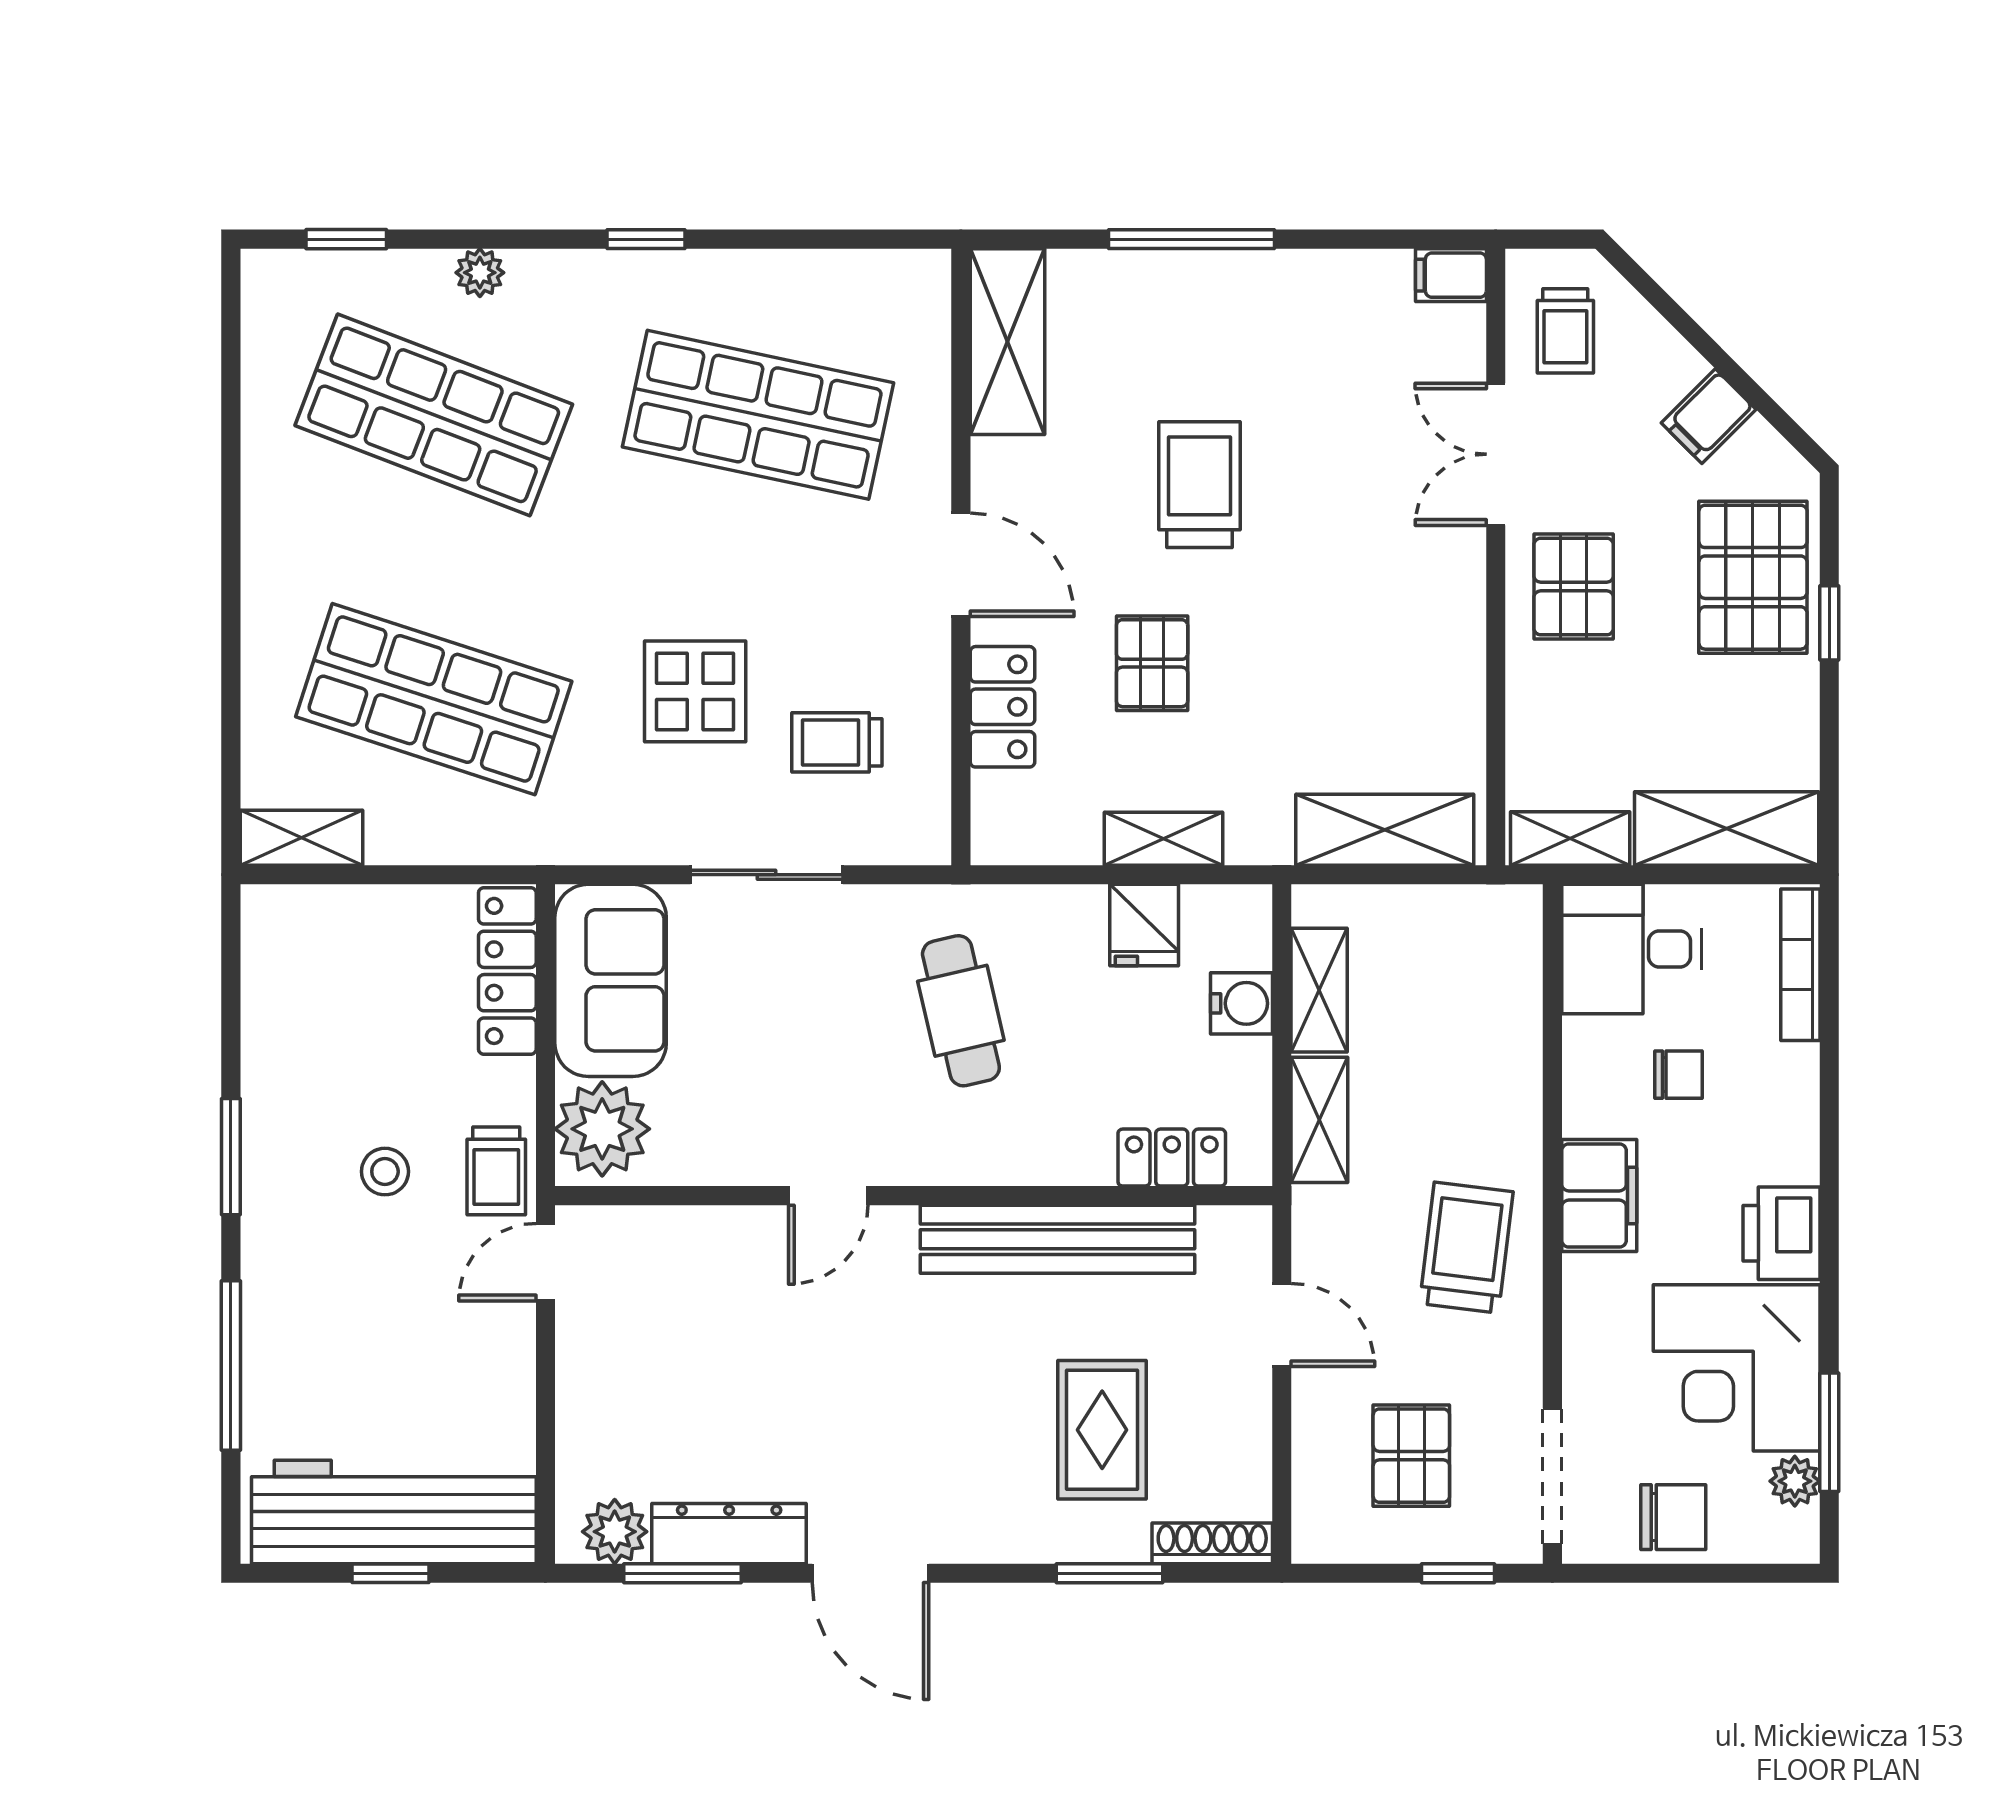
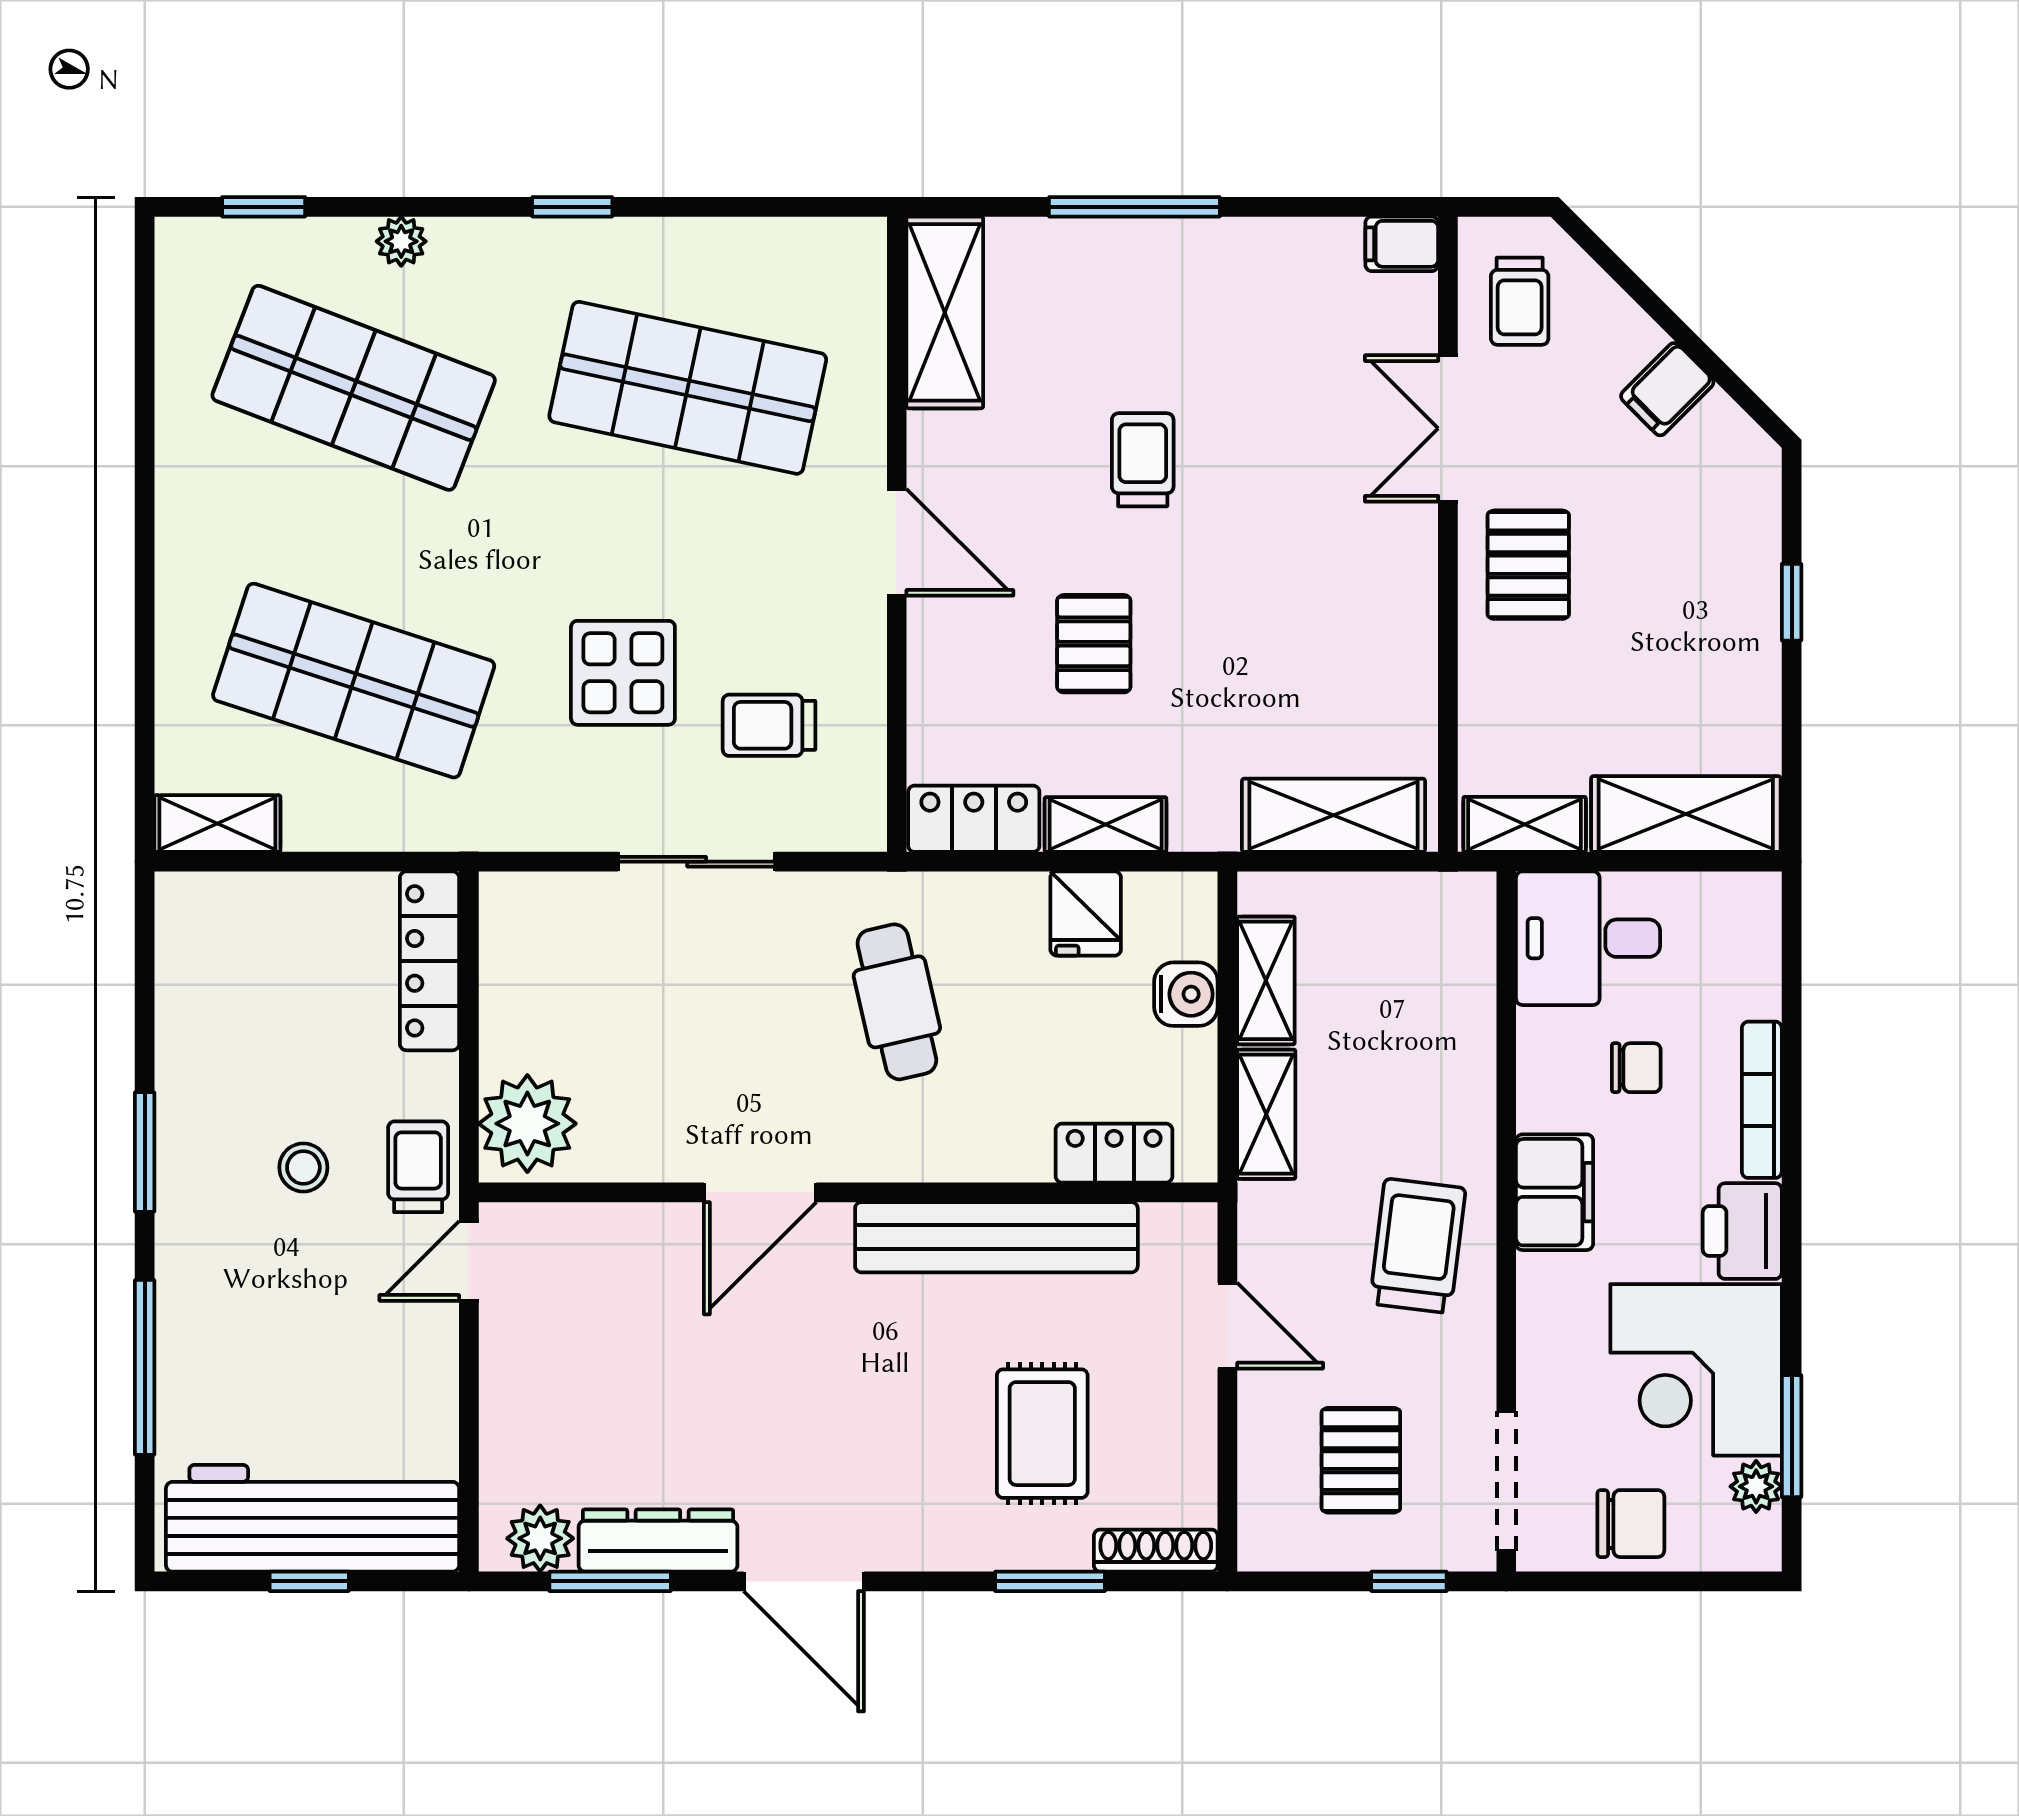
trolley: (1200, 485) -> (1143, 460), width x0.73, depth x0.72
pallet: (1753, 577) -> (1713, 555), removed
locker: (1002, 707) -> (974, 819), moved, turned -90
bookcase: (1800, 965) -> (1762, 1100), moved
sofa: (611, 980) -> (536, 970), removed
trolley: (496, 1171) -> (418, 1167), turned 180
door: (828, 1196) -> (760, 1192), width x1.38

